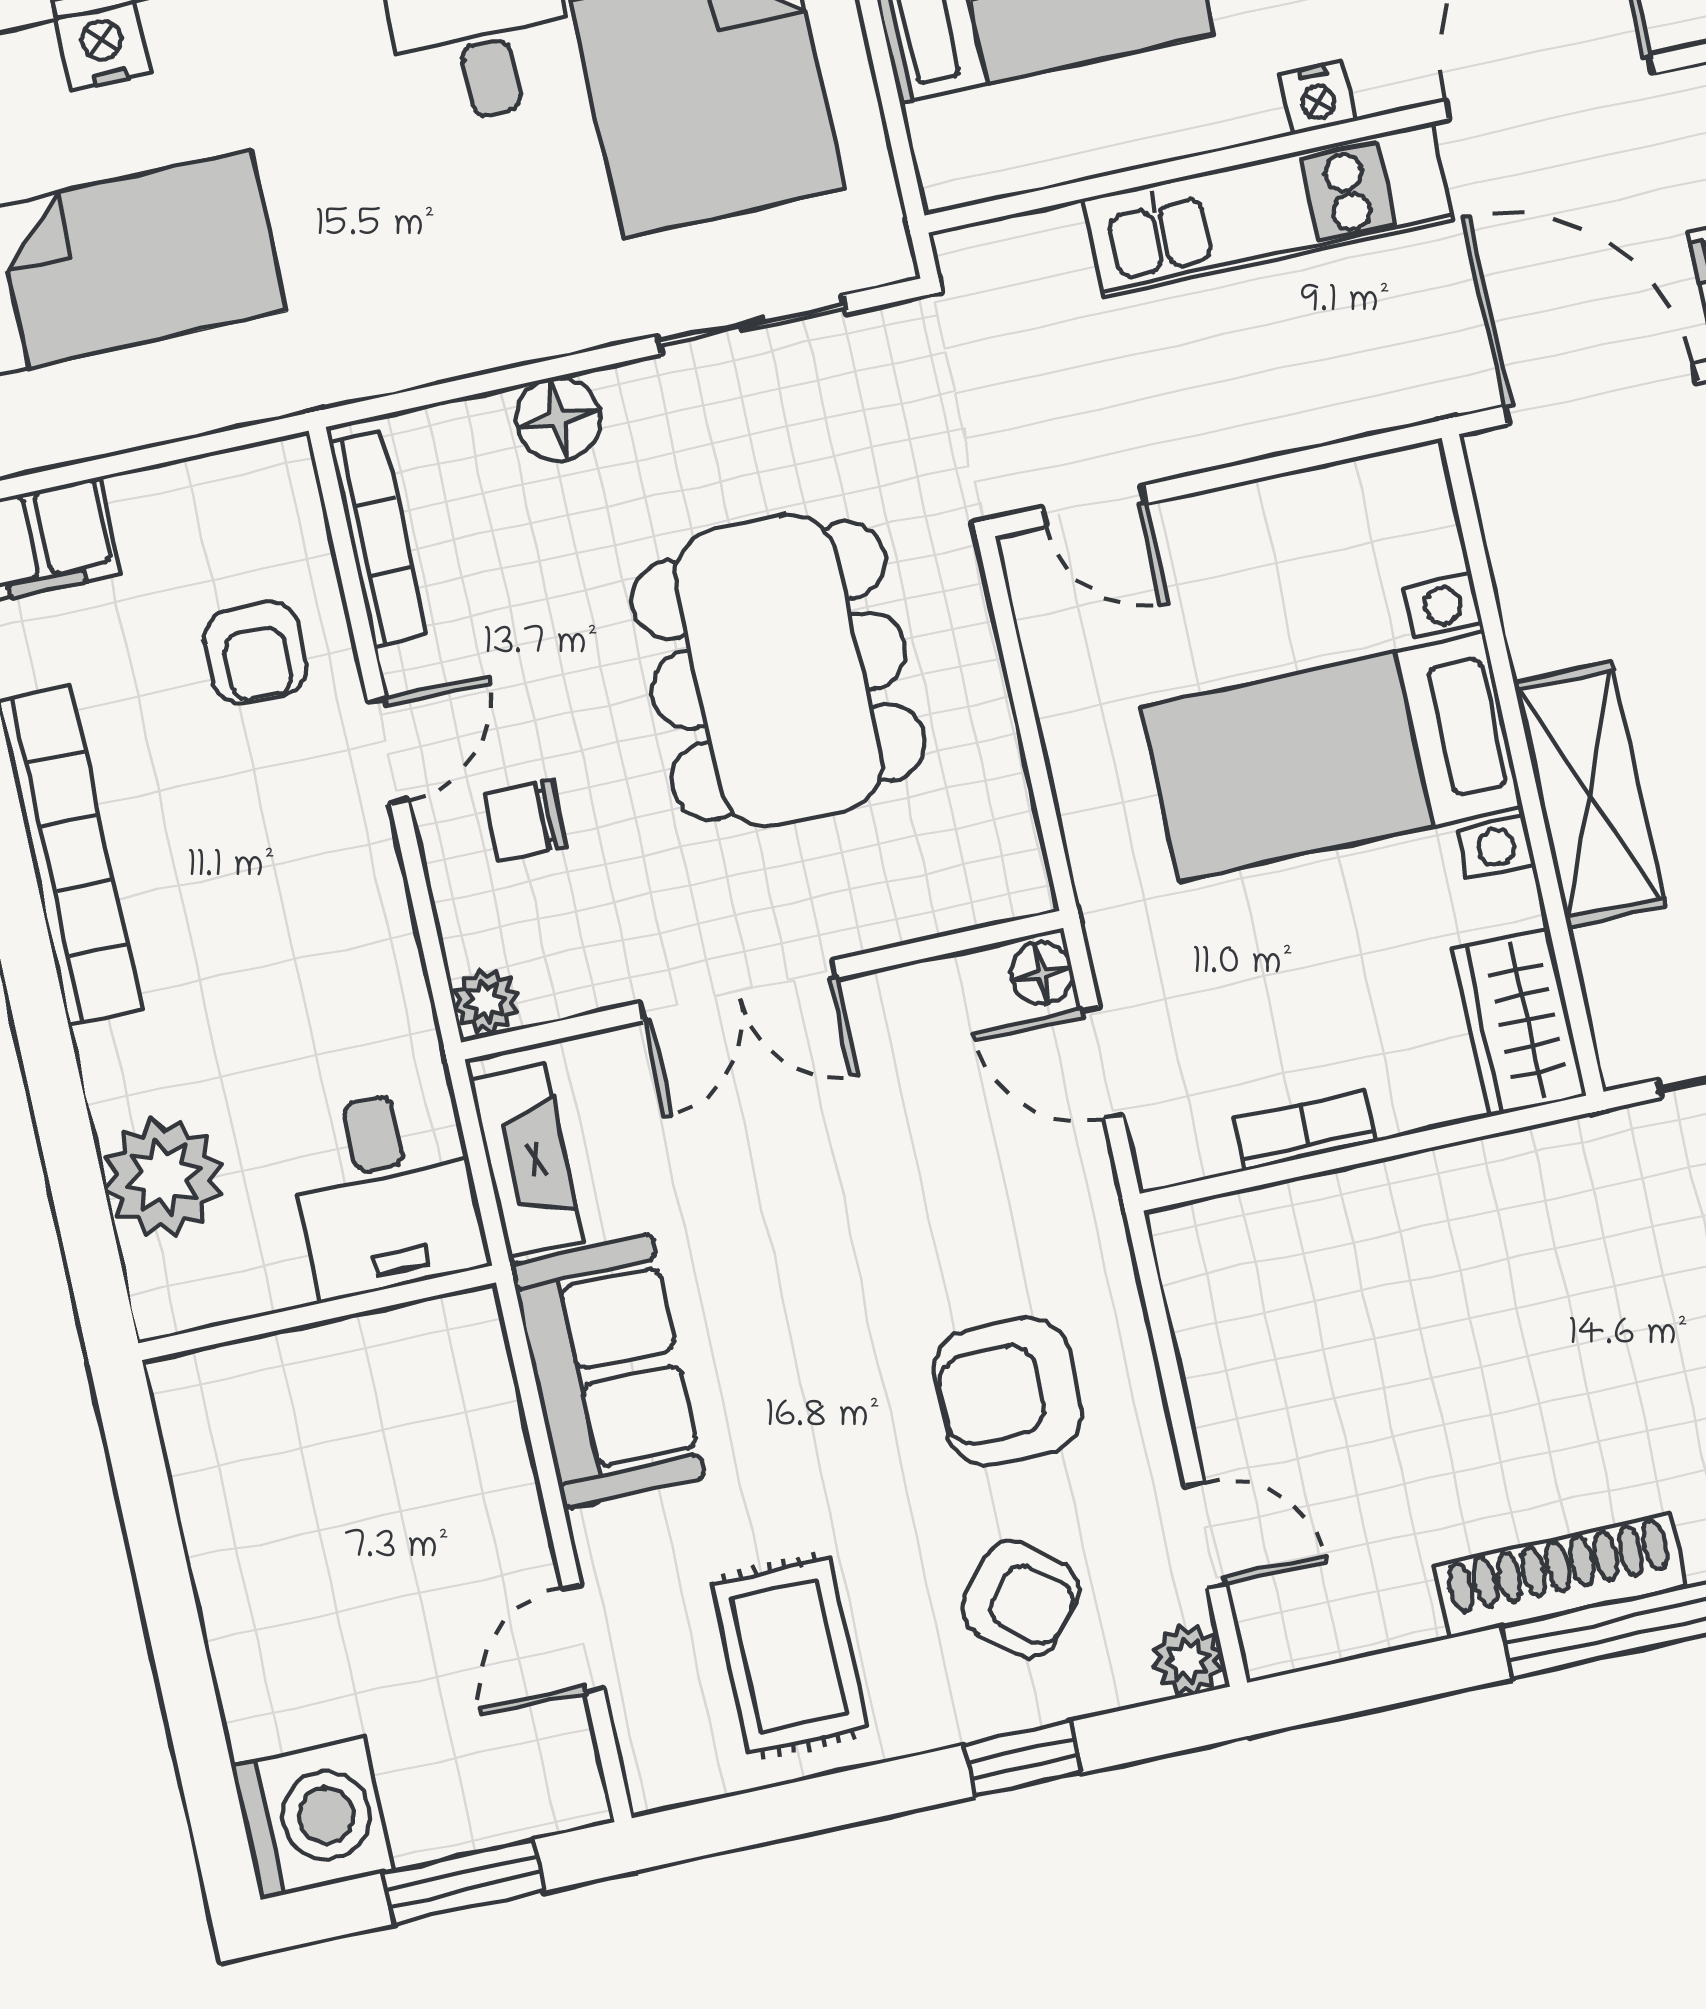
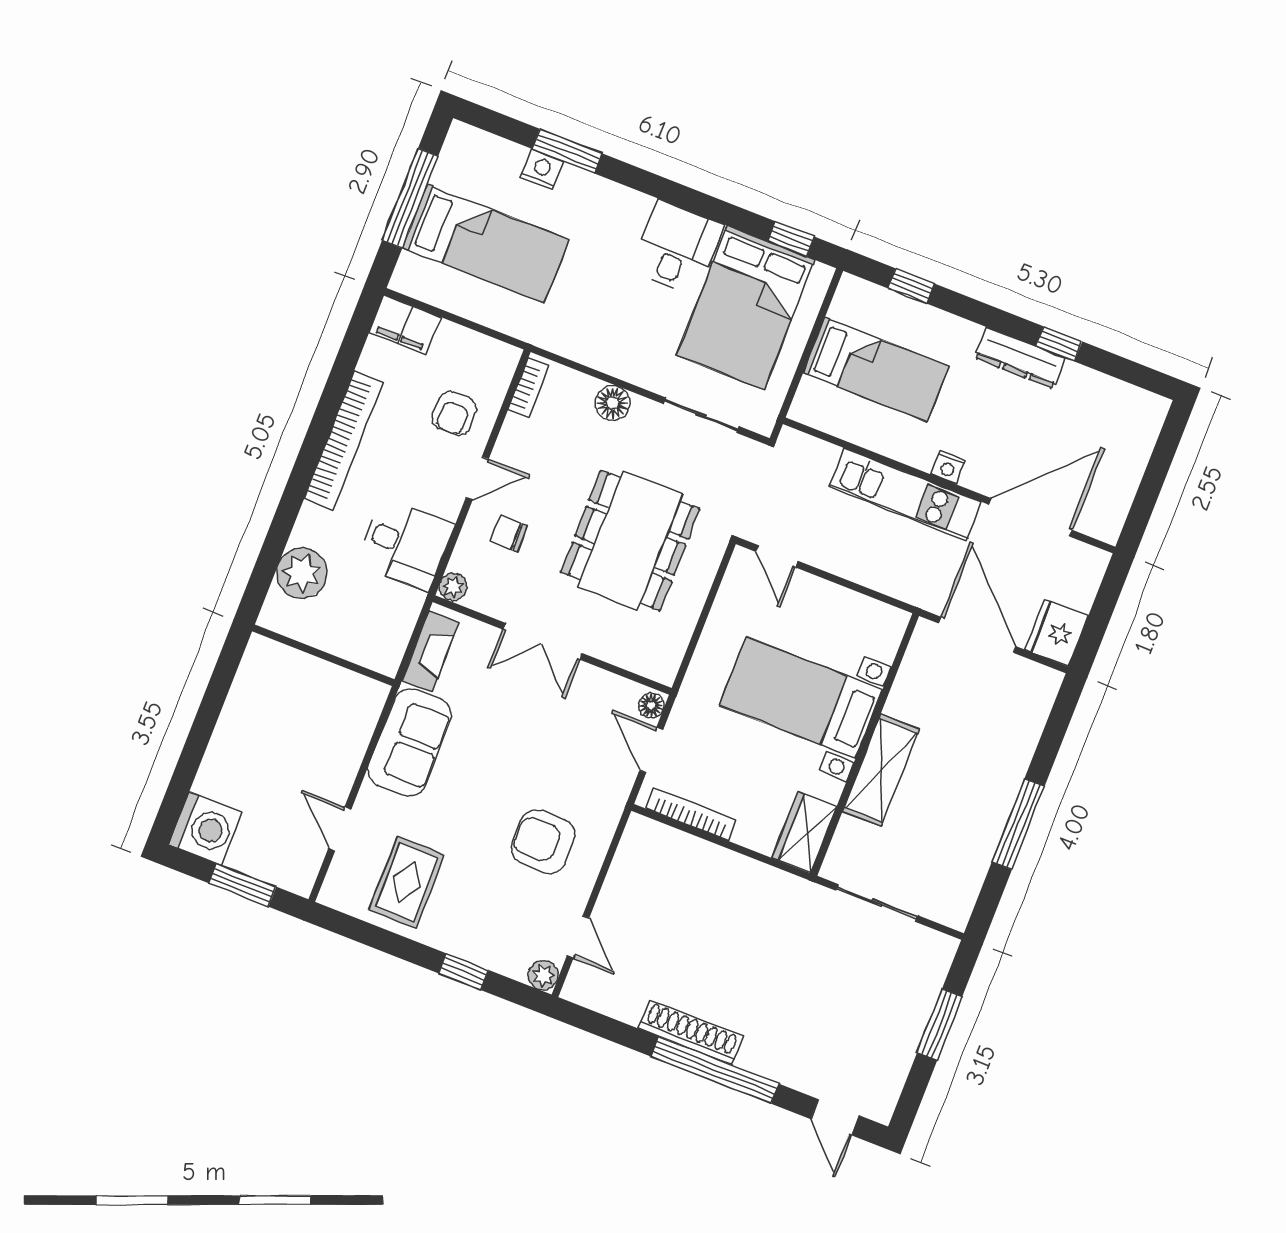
bookcase: (378, 538) -> (528, 388), width x0.64
bookcase: (1305, 1130) -> (691, 814), width x1.56
desk: (386, 1192) -> (405, 544), moved, turned -90
armchair: (1021, 1599) -> (500, 916), removed
door: (583, 1638) -> (340, 829), hinge flipped

